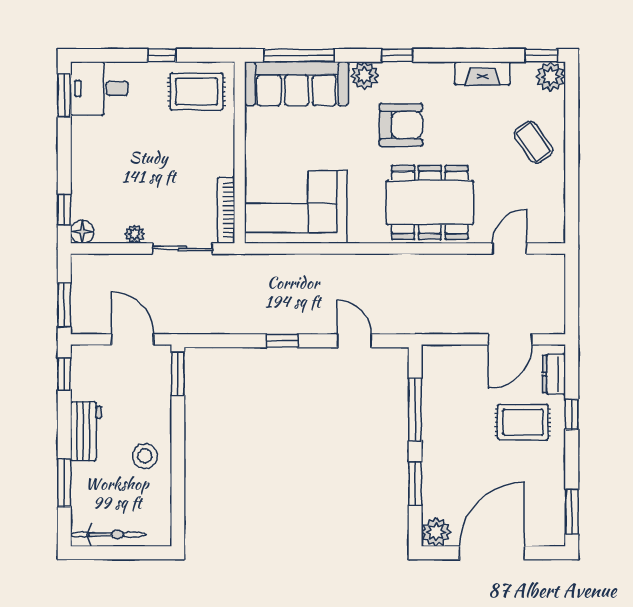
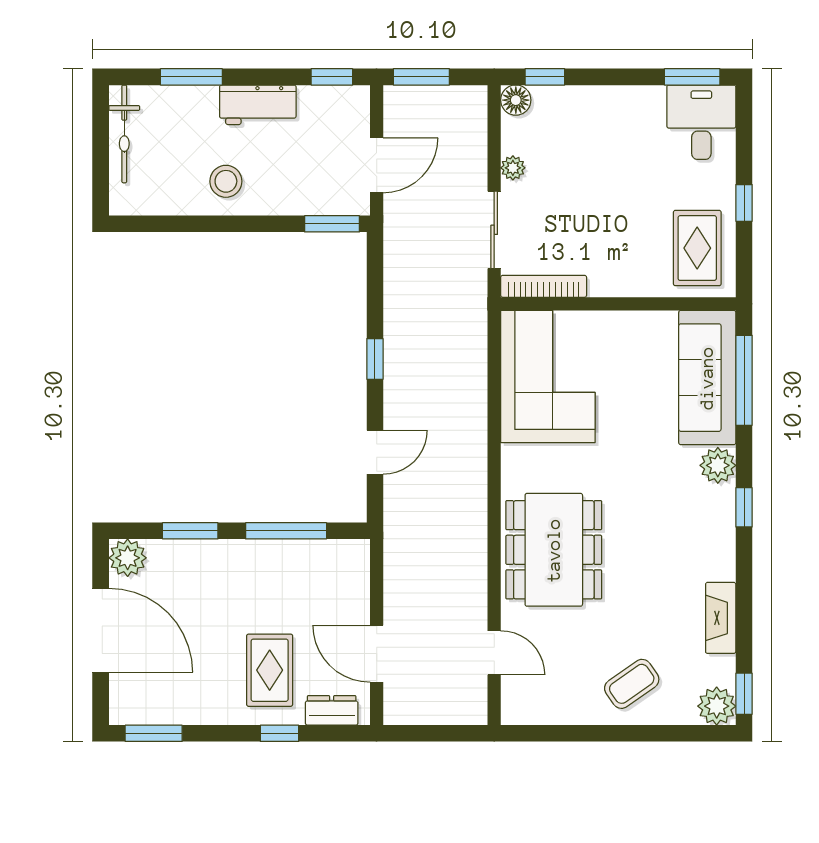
armchair: (401, 125) -> (654, 512), removed

